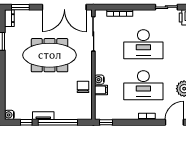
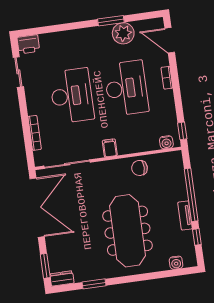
meeting table: (50, 55) -> (127, 231), moved
water cooler: (99, 80) -> (166, 142), moved
filing cabinet: (101, 90) -> (110, 148), moved
water cooler: (9, 115) -> (176, 263), moved

